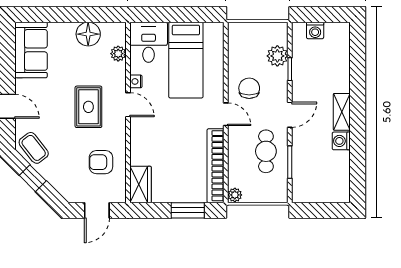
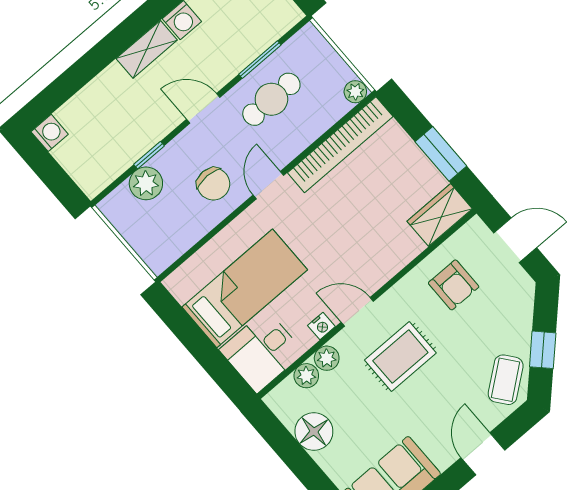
washing machine: (315, 30) -> (50, 133), moved
plant: (118, 71) -> (327, 358), added
chair: (249, 88) -> (213, 184), turned -90
door: (128, 105) -> (357, 312), hinge flipped
window: (188, 210) -> (441, 154), moved

